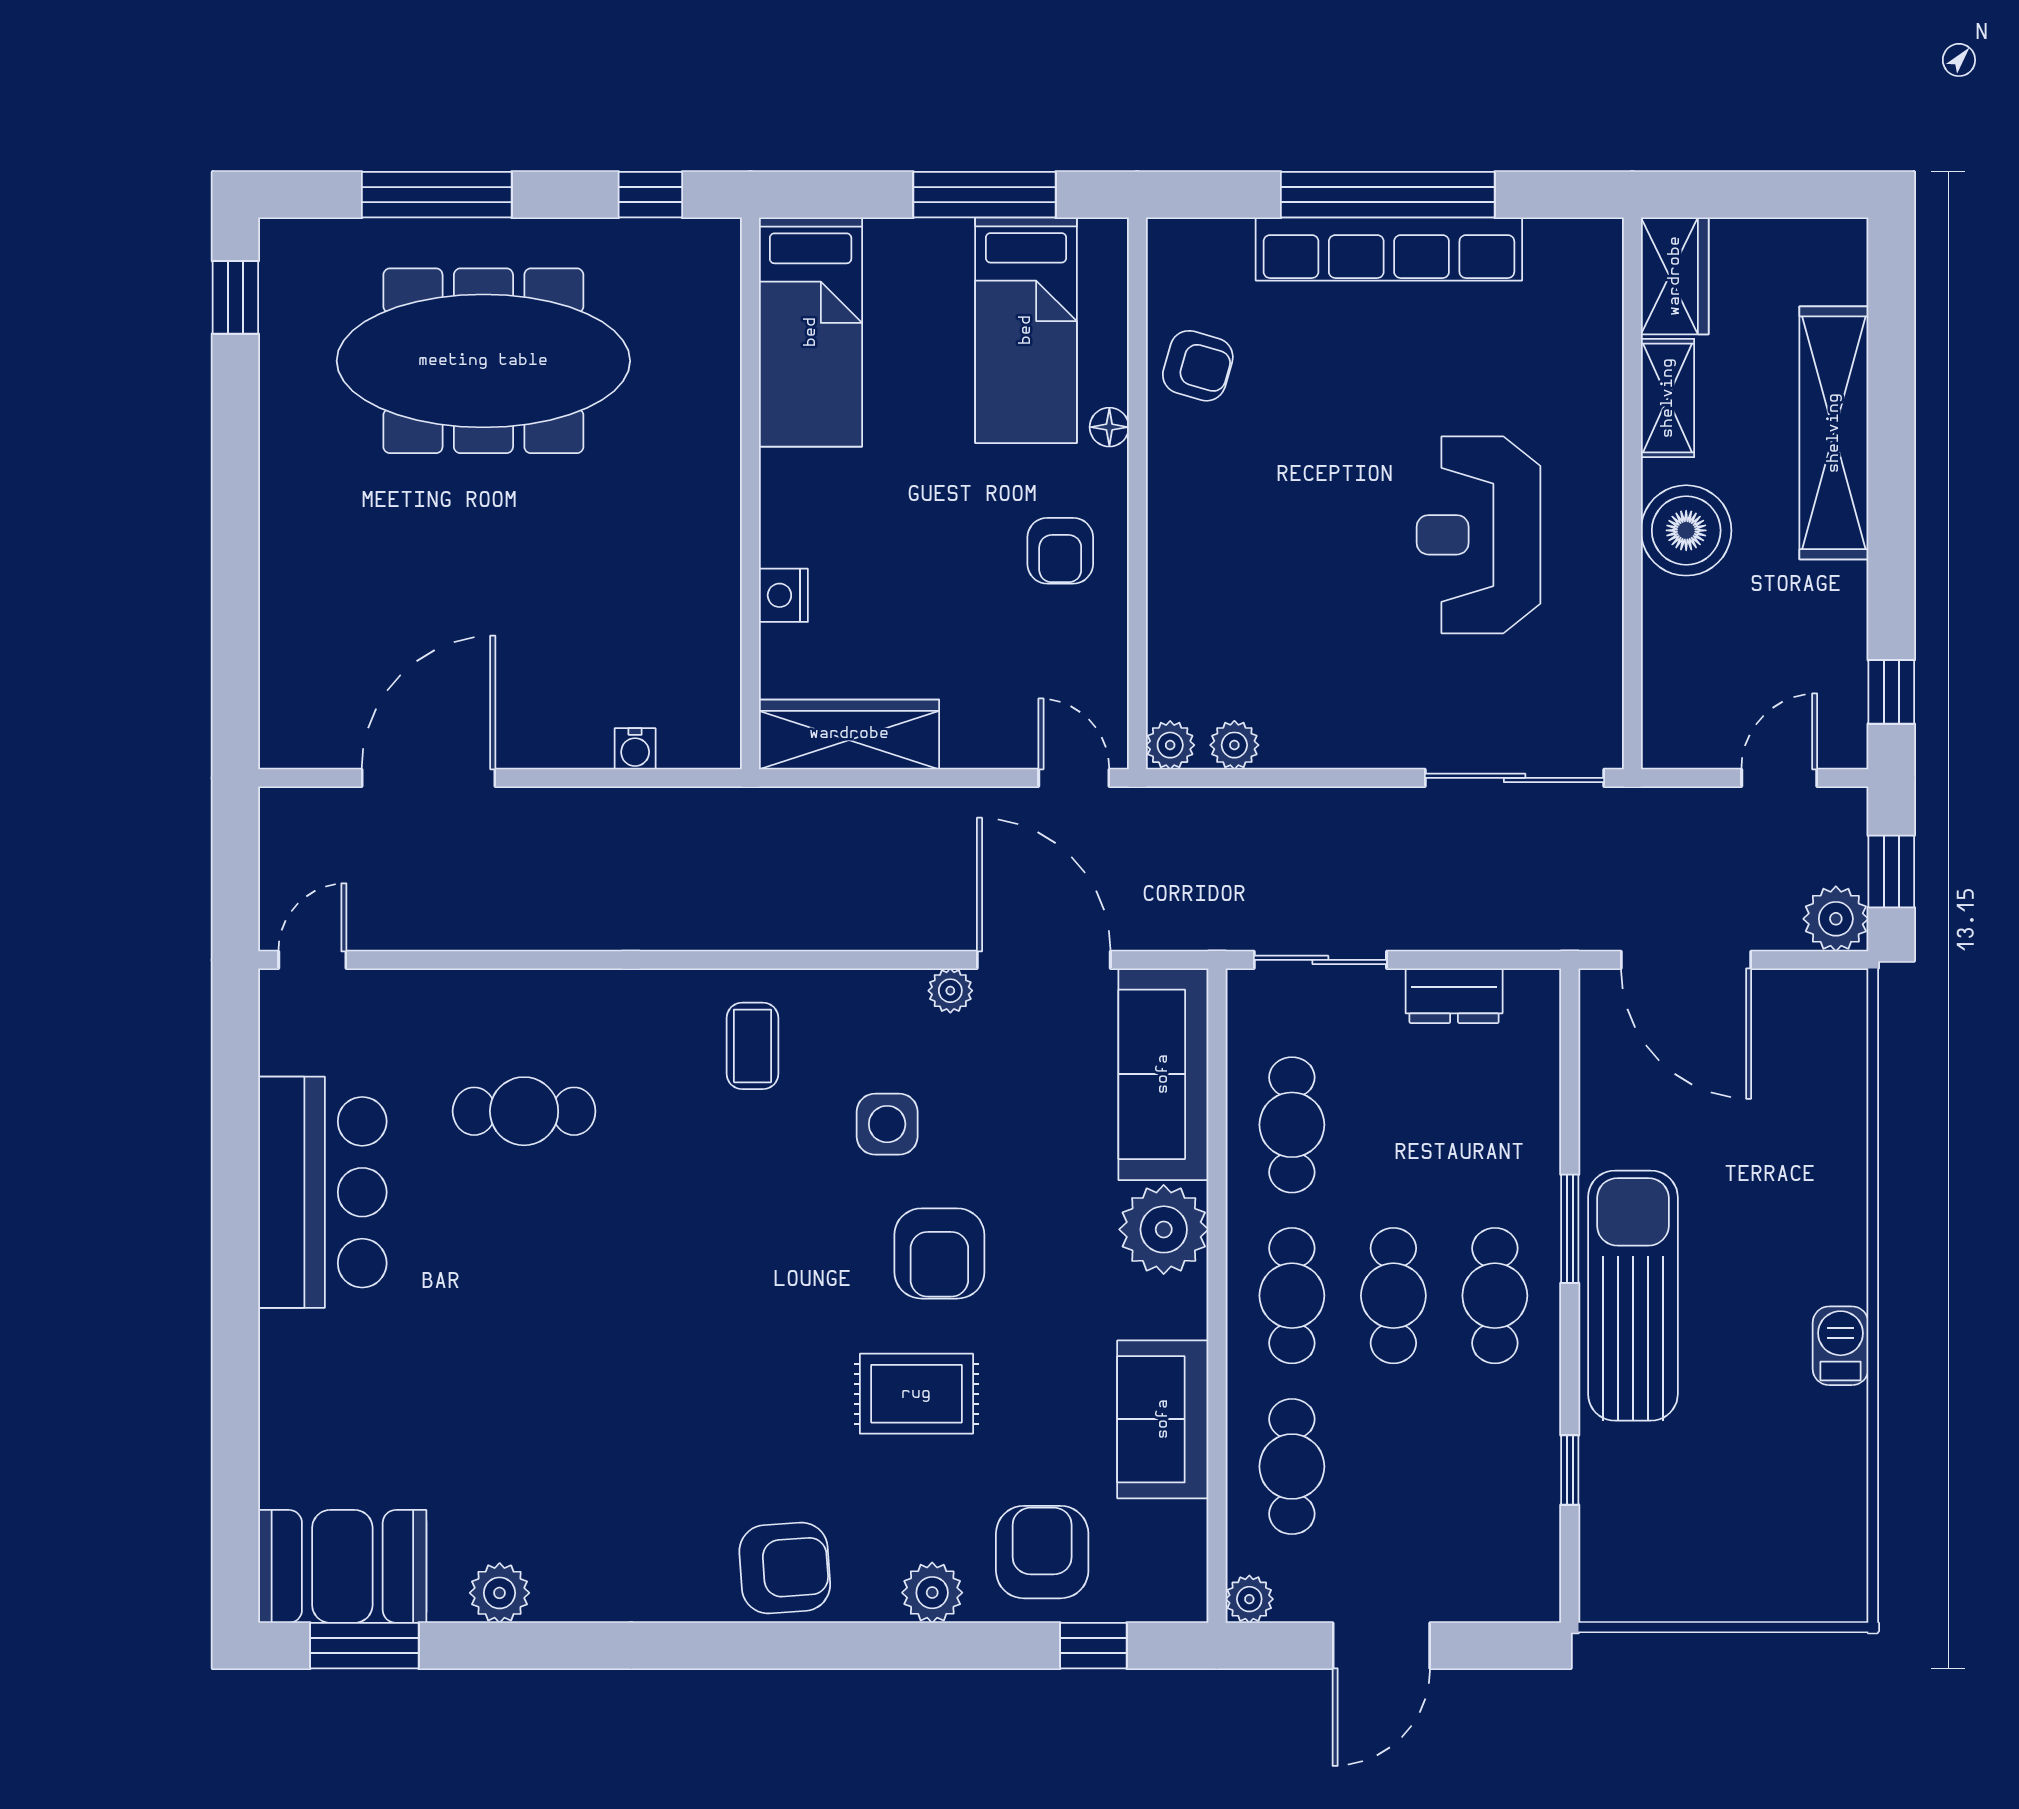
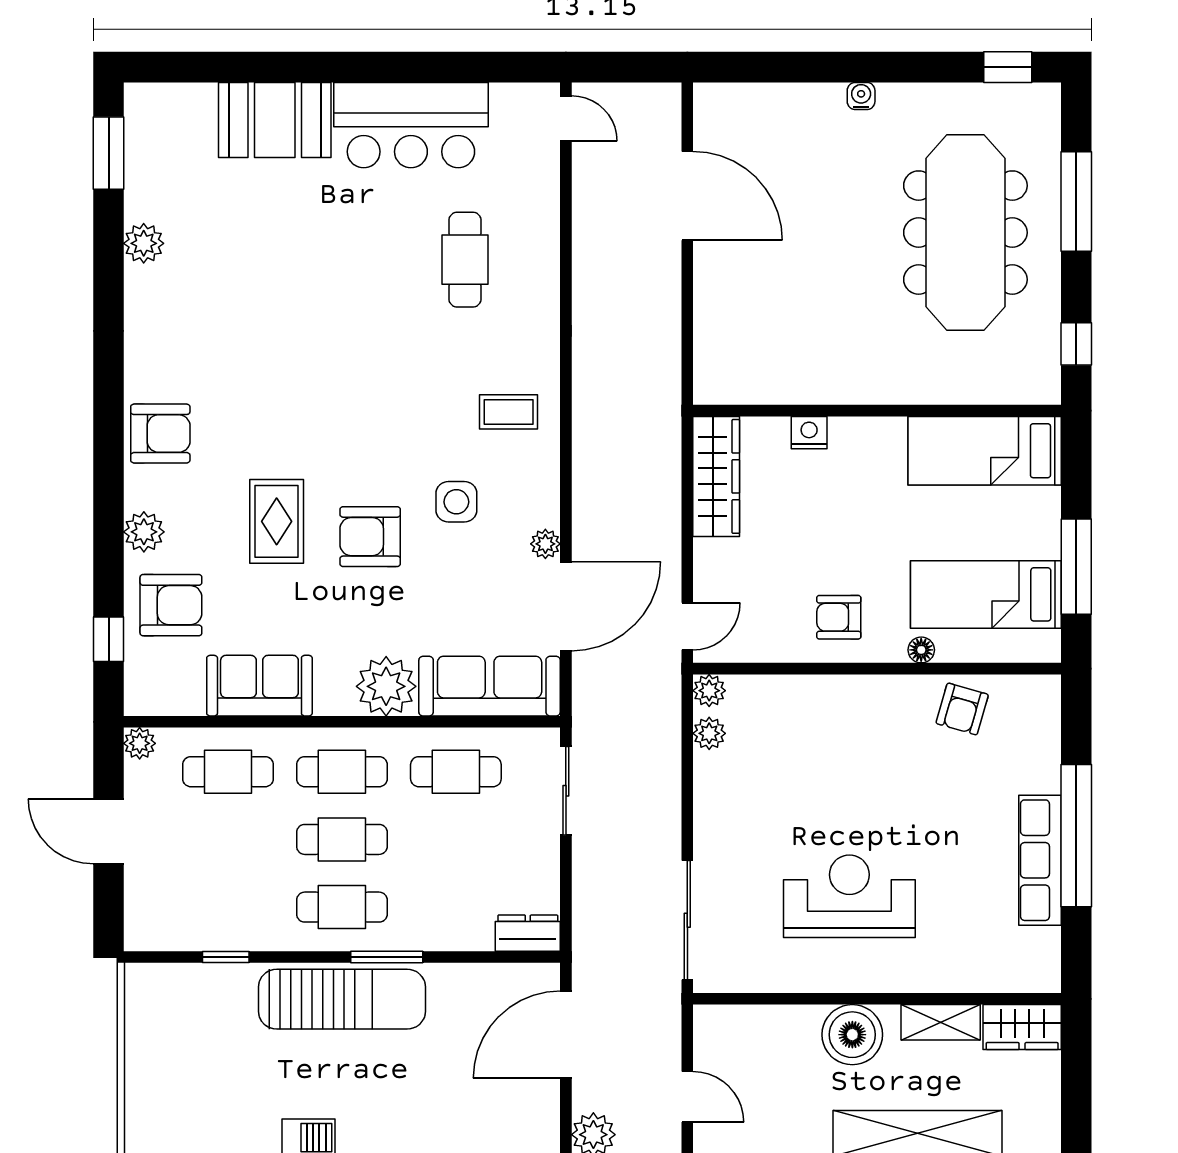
row of seats: (1389, 249) -> (1040, 860), width x0.73
water cooler: (635, 749) -> (861, 96), moved, turned 90
dresser: (1454, 996) -> (528, 933), moved, turned 90
booth: (342, 1566) -> (275, 120), moved, turned 90
armchair: (785, 1568) -> (160, 434), turned -86

